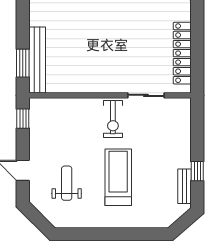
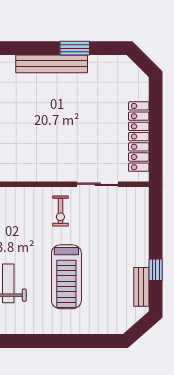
exercise bike: (113, 119) -> (60, 211), width x0.73, depth x0.72
treadmill: (118, 177) -> (66, 277), turned 180

